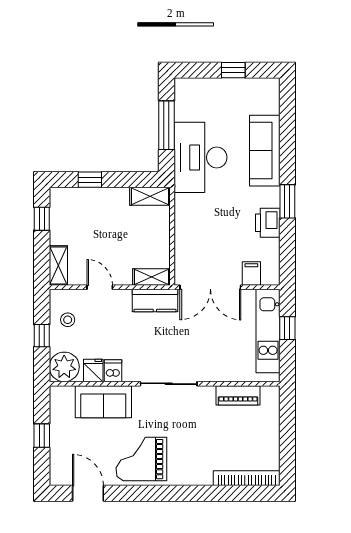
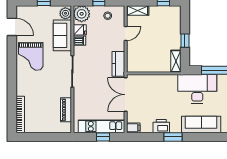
window: (90, 180) -> (185, 41), moved
filing cabinet: (251, 274) -> (133, 128), moved
shelving: (151, 277) -> (131, 62), removed
plant: (63, 396) -> (65, 13), added
grand piano: (141, 459) -> (31, 56), turned 180
door: (88, 493) -> (12, 27), hinge flipped

